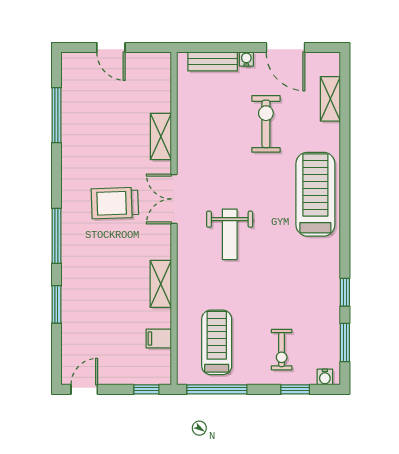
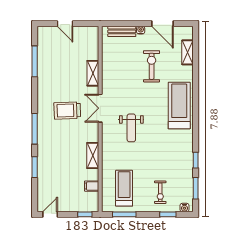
window: (217, 389) -> (124, 214), width x0.69

